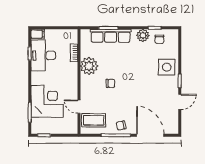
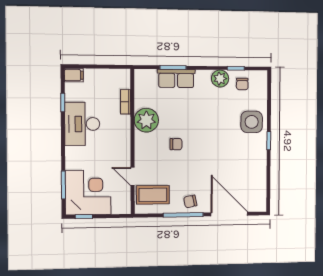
row of seats: (111, 36) -> (176, 78), width x0.68
desk: (43, 55) -> (82, 124), moved
corner desk: (47, 101) -> (88, 192), moved
door: (180, 102) -> (269, 169), removed

